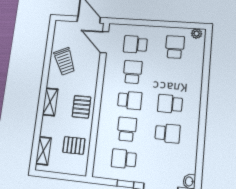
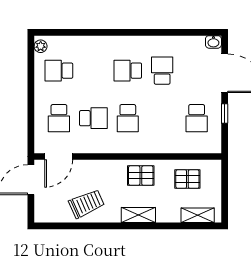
school desk: (133, 72) -> (93, 118), turned 180
school desk: (130, 100) -> (128, 118), turned 180
school desk: (170, 104) -> (128, 71), turned 90
school desk: (127, 129) -> (162, 118), removed
pallet: (74, 145) -> (187, 179), turned 90

